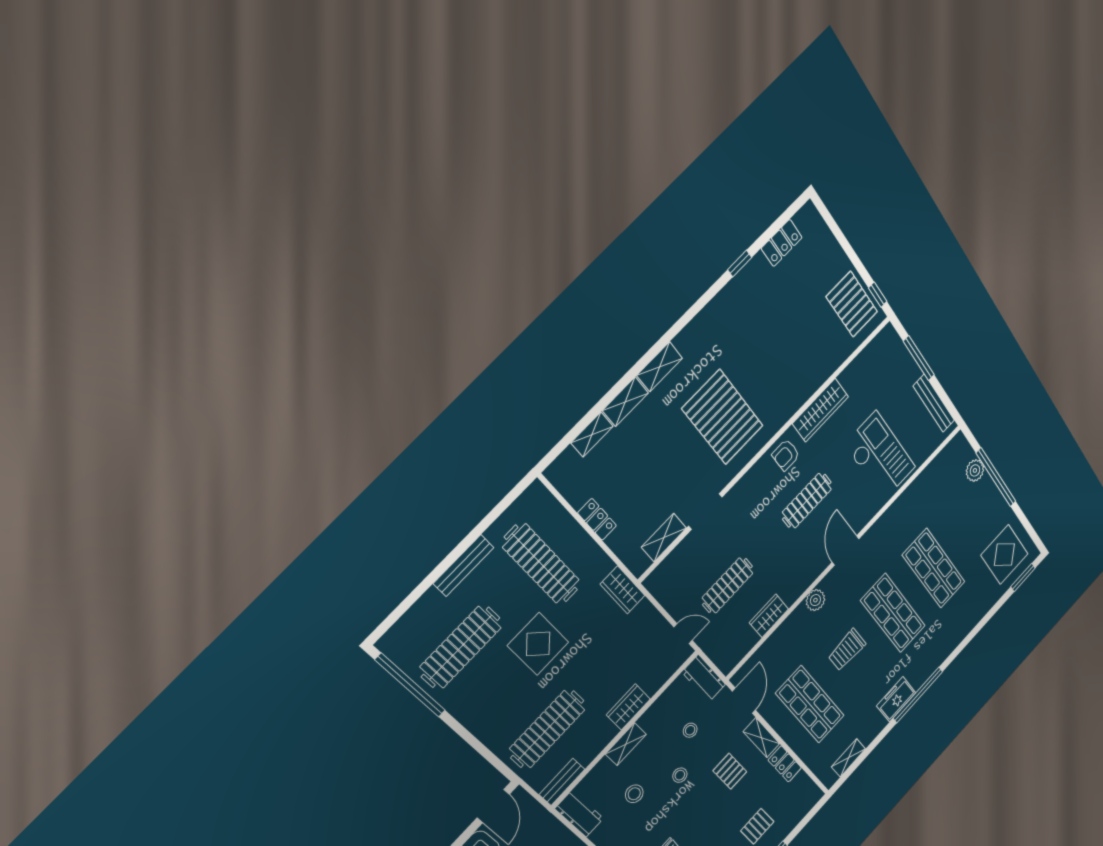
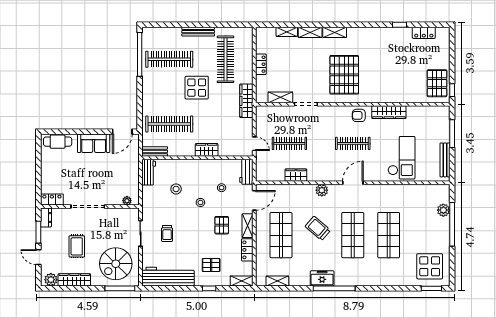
wardrobe: (623, 590) -> (246, 101), width x1.50
trolley: (847, 650) -> (318, 228), turned 41
shelving: (626, 744) -> (242, 281), moved

